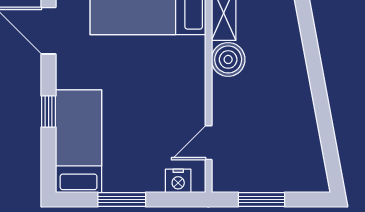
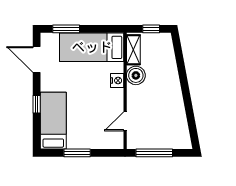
nightstand: (178, 181) -> (117, 81), moved, turned -90
window: (261, 200) -> (154, 153), width x1.44

